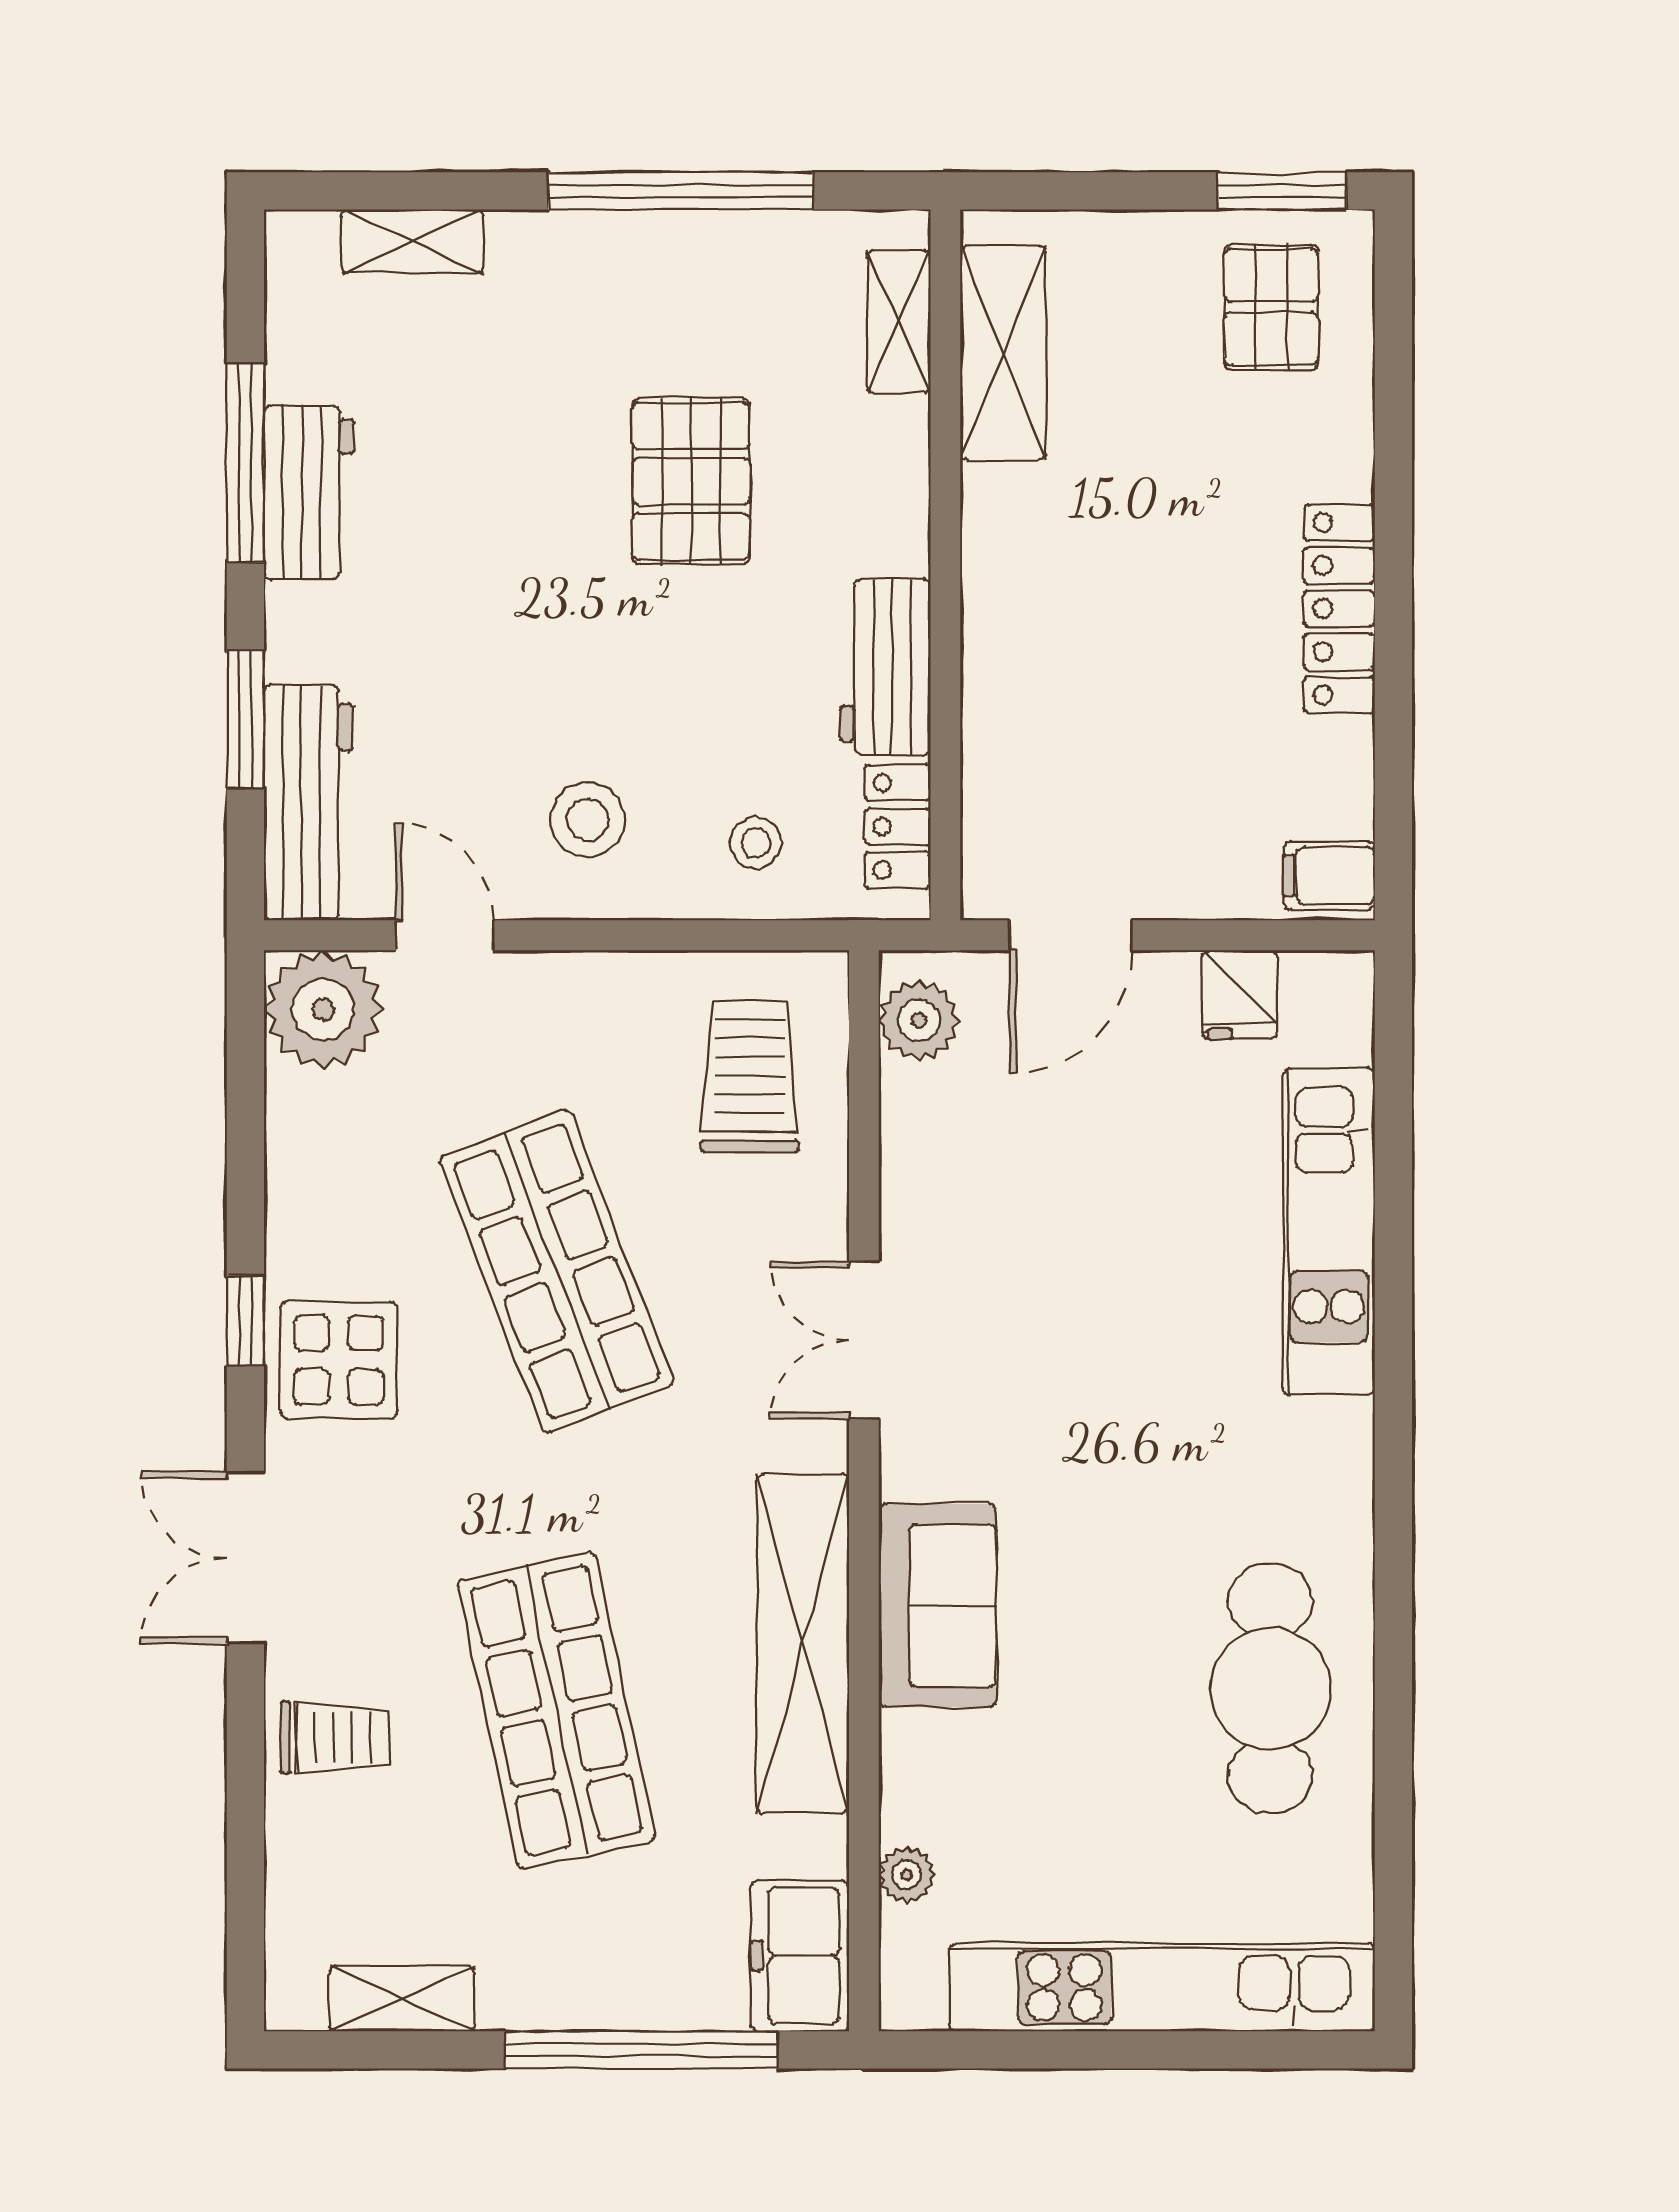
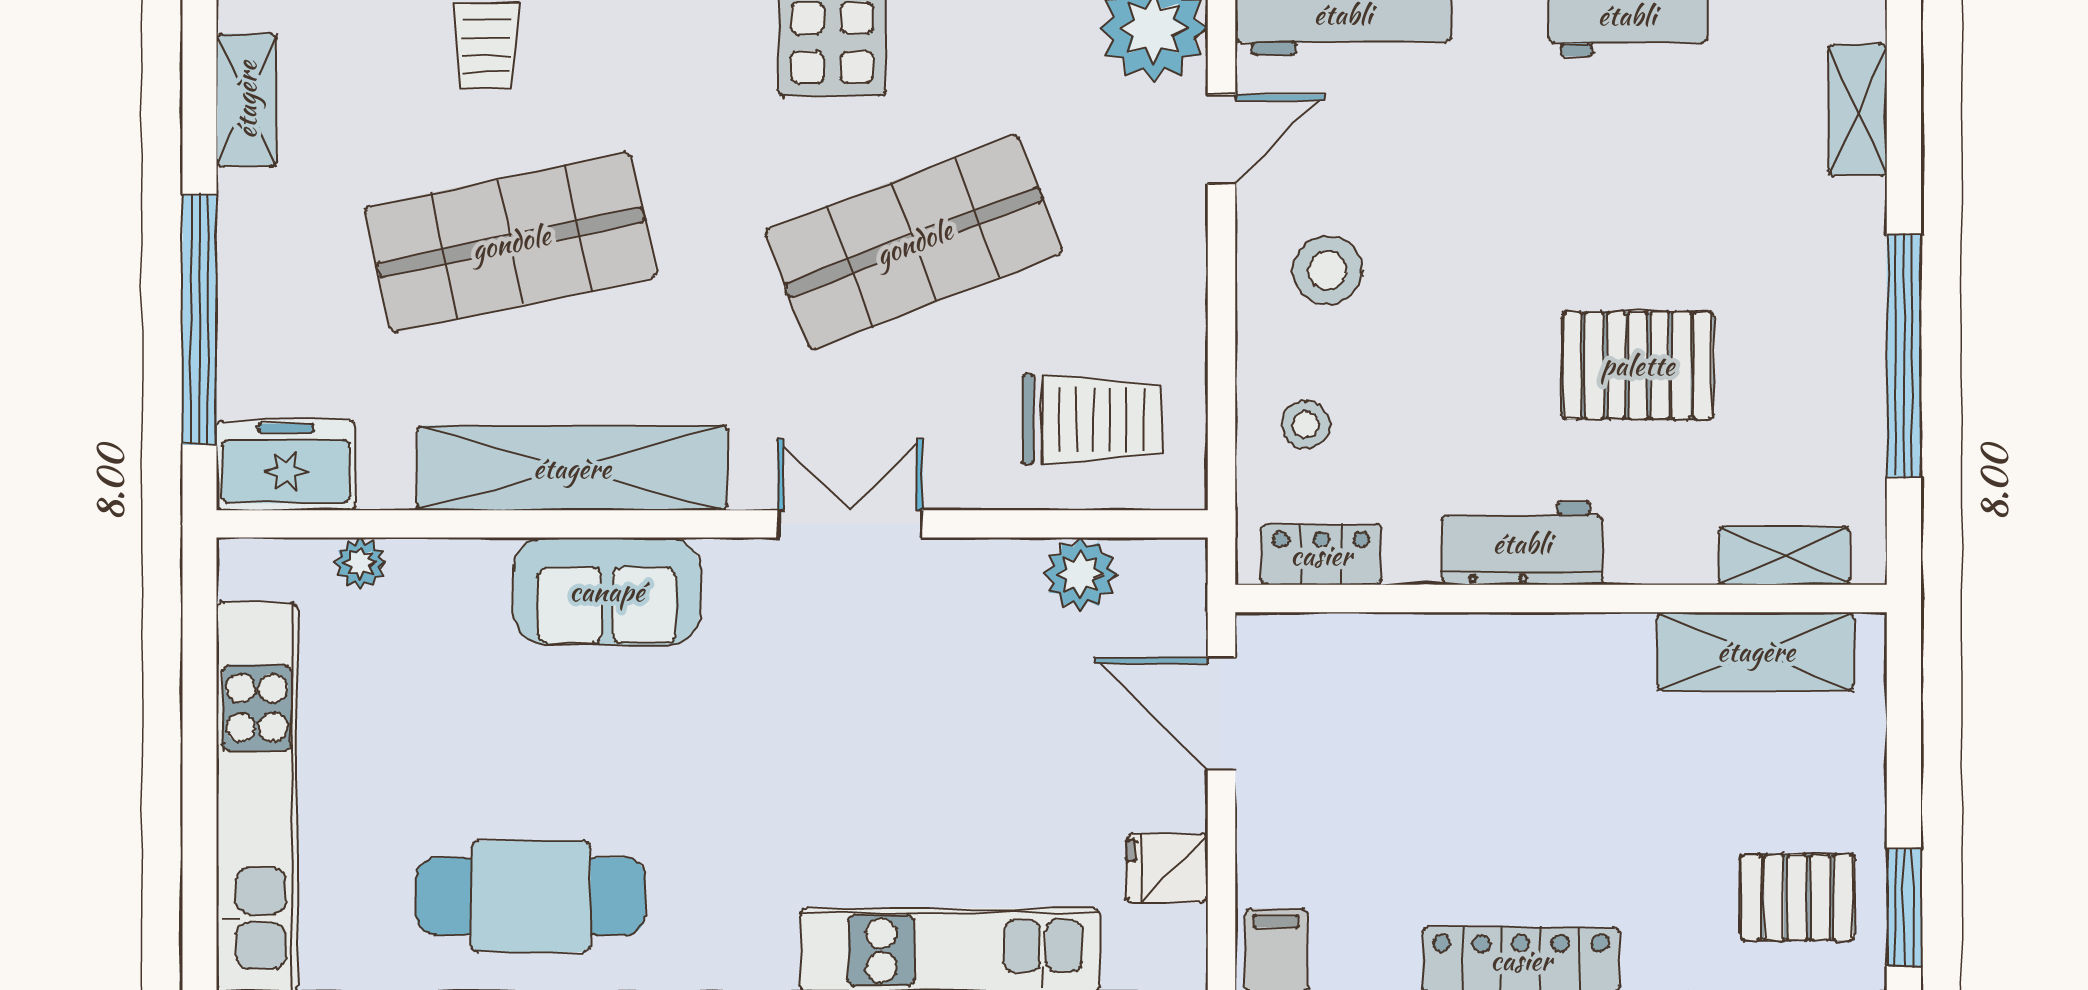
workbench: (885, 667) -> (1522, 543), moved
plant: (919, 1020) -> (1081, 574), moved

